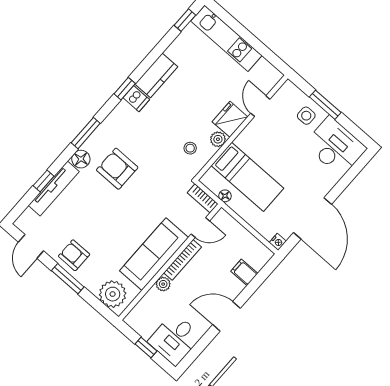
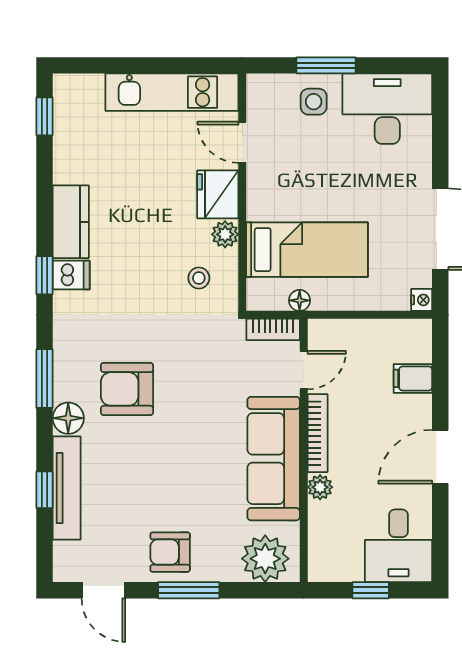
kitchen unit: (226, 38) -> (172, 92), moved

